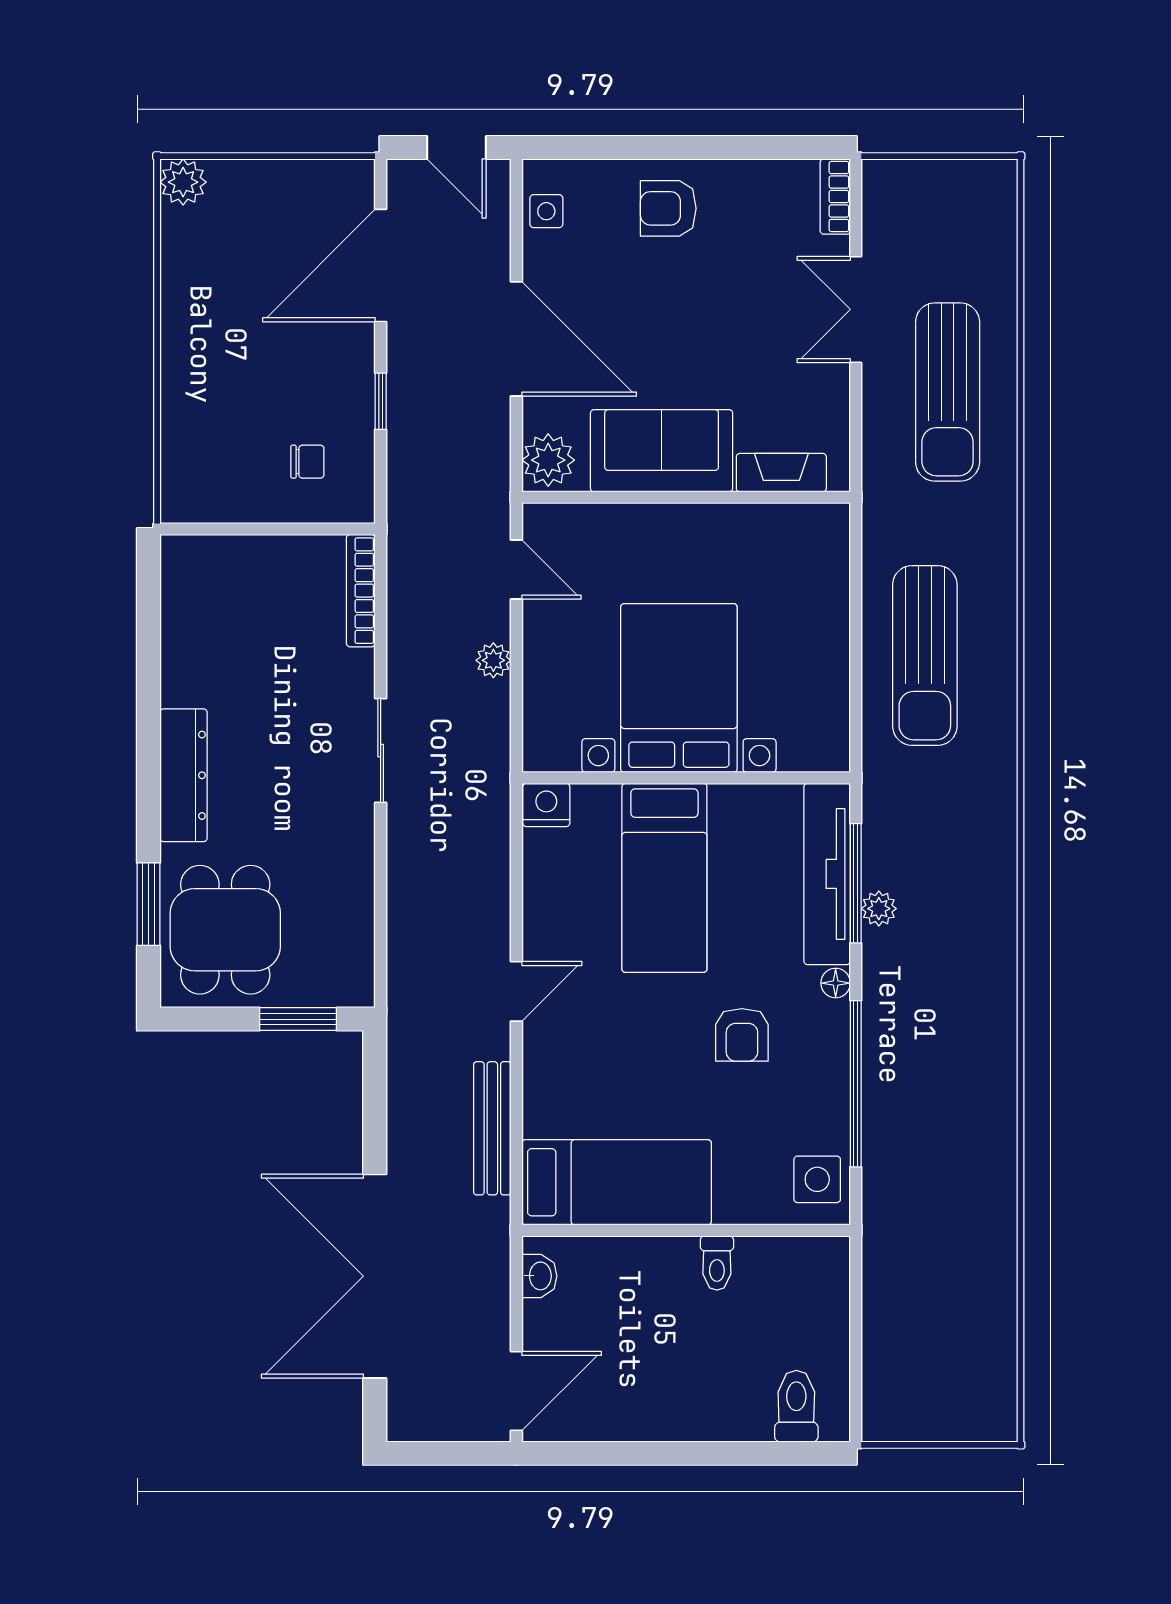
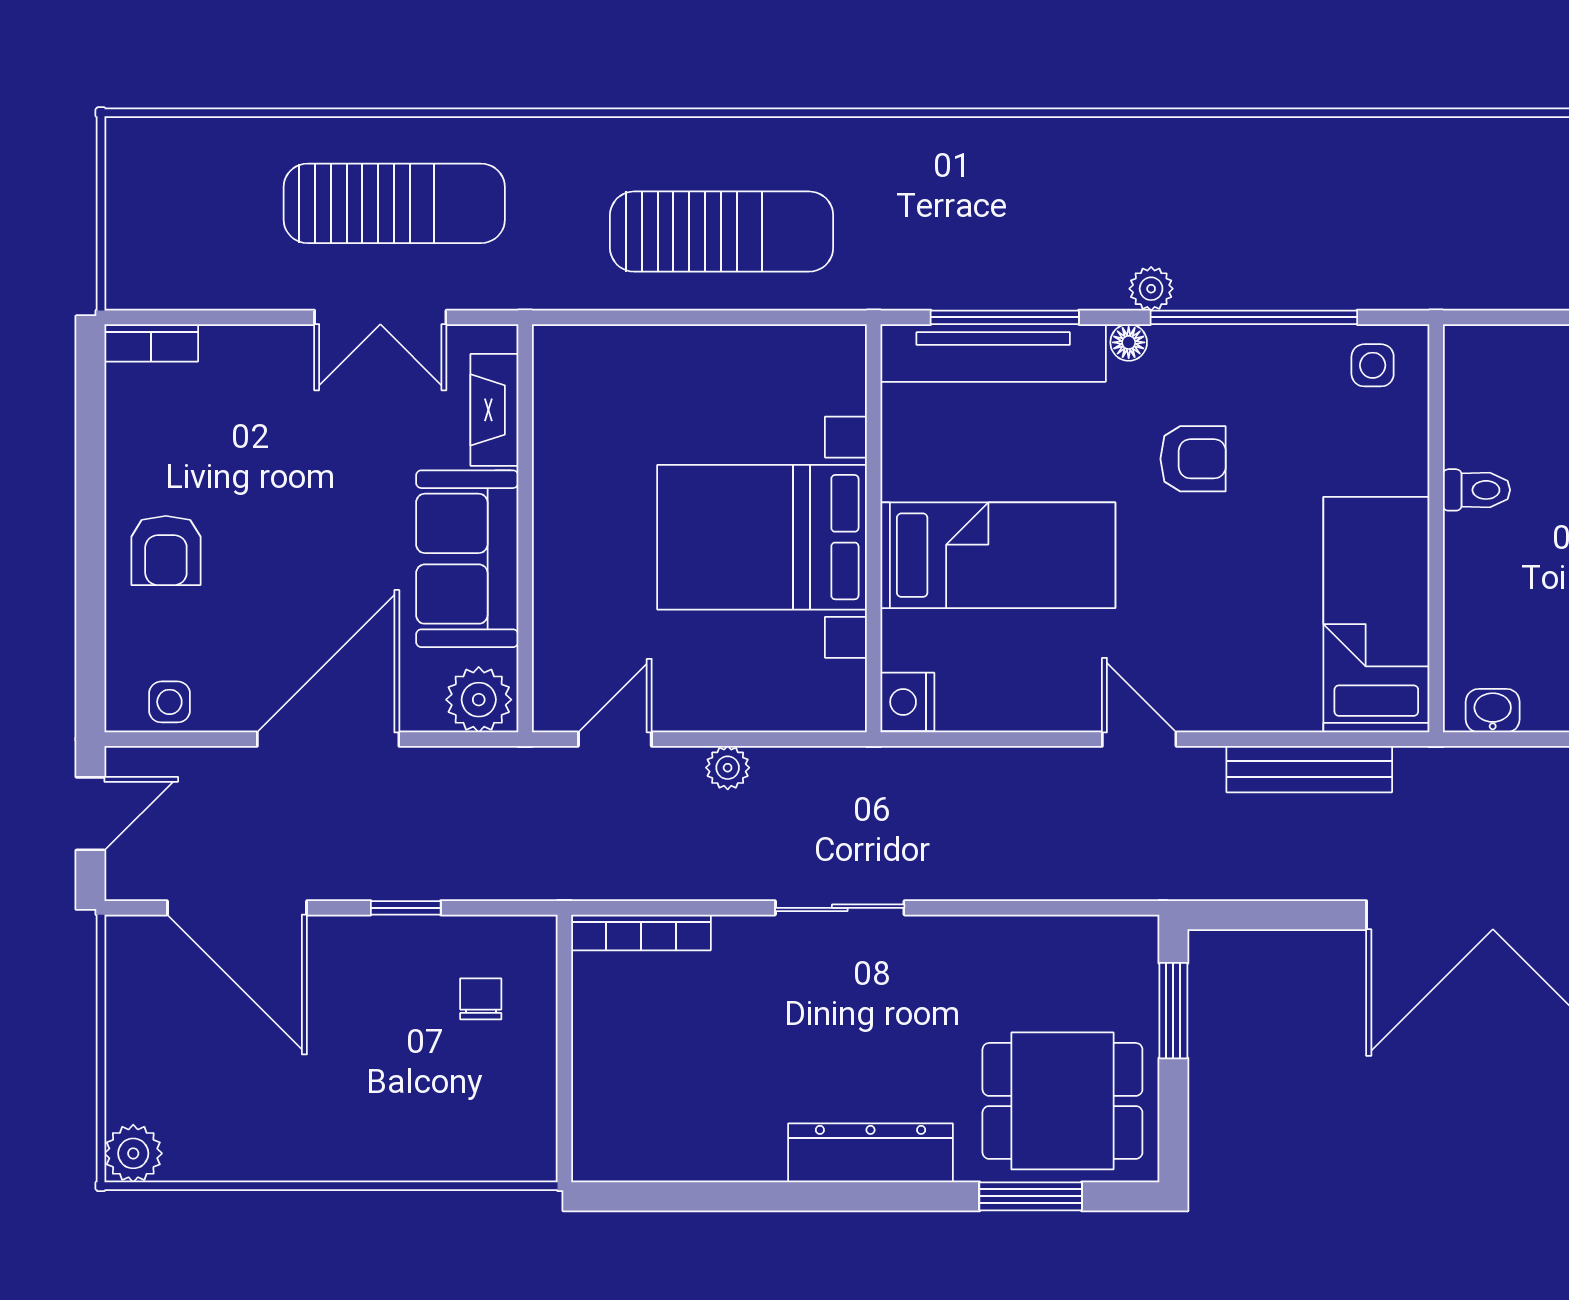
double door: (856, 309) -> (380, 317), moved
plant: (879, 909) -> (1151, 289), moved
side table: (817, 1179) -> (1373, 365), width x0.73, depth x0.73

